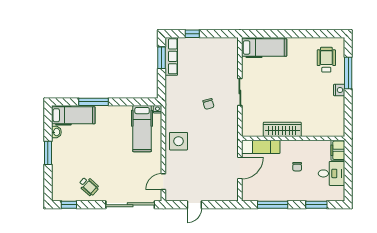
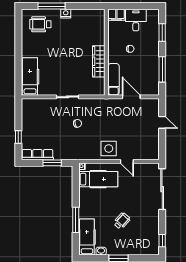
window: (162, 58) -> (52, 163), moved
door: (163, 182) -> (127, 161), moved
wheelchair: (89, 186) -> (122, 221), moved
door: (194, 205) -> (162, 122), moved

